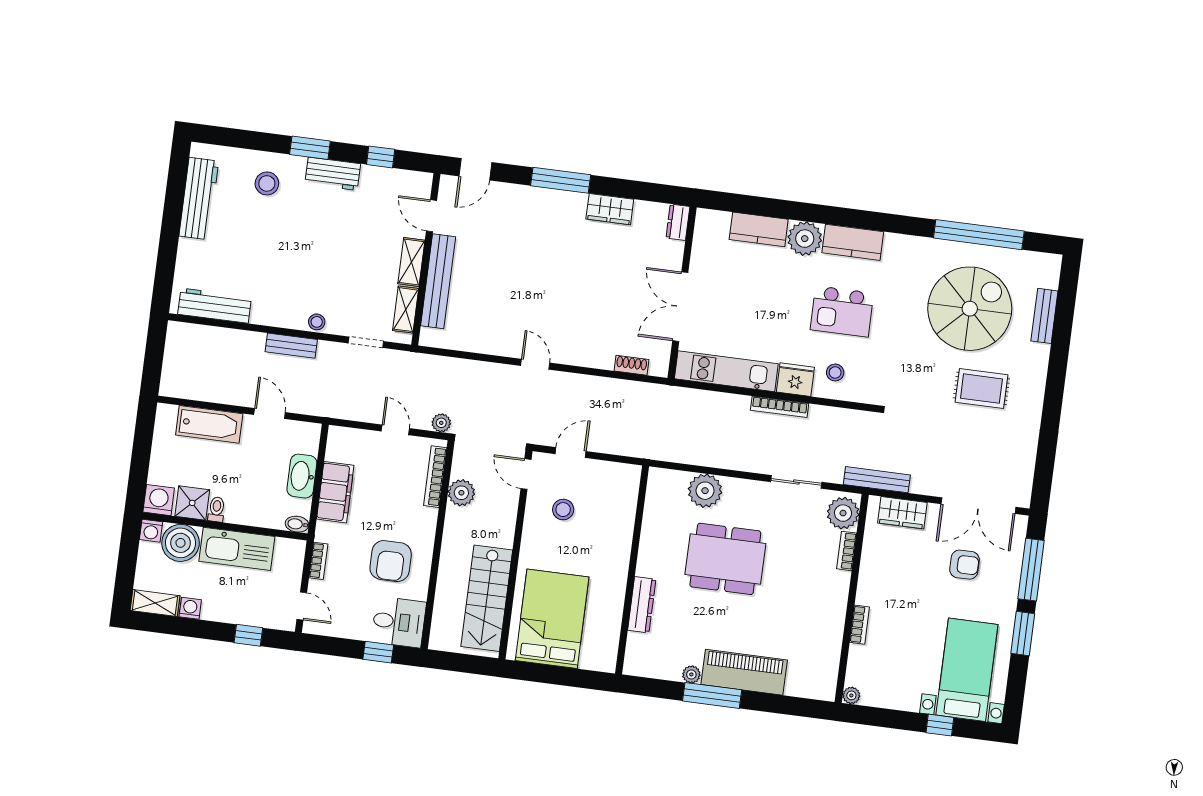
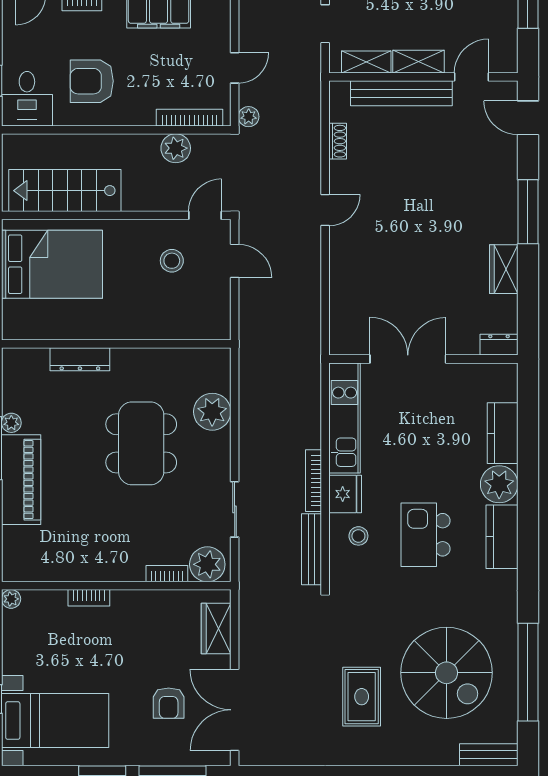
bench: (1044, 316) -> (489, 755), moved
shoe rack: (631, 365) -> (338, 141), moved
bench: (877, 480) -> (311, 549), moved

